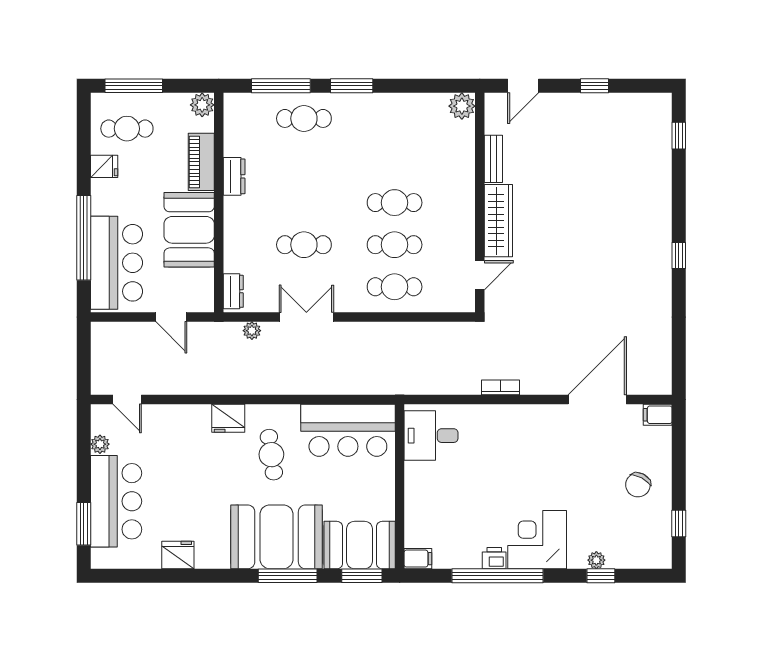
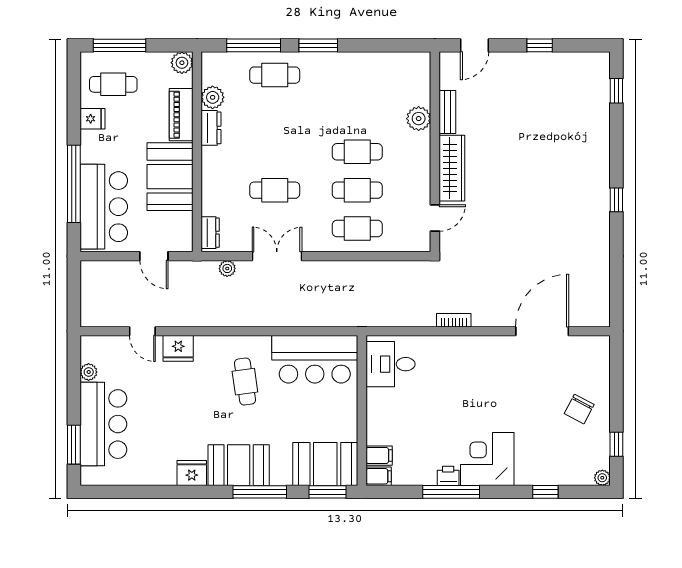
plant: (462, 106) -> (419, 119), moved
plant: (236, 143) -> (213, 97), added
door: (127, 399) -> (142, 331), moved
filing cabinet: (658, 415) -> (379, 456), moved, turned 180
fridge: (228, 418) -> (178, 348), moved
booth: (277, 537) -> (239, 465), width x0.73, depth x0.70
fridge: (178, 555) -> (192, 473), moved
plant: (596, 560) -> (602, 478), moved
window: (498, 576) -> (451, 492), width x0.68

